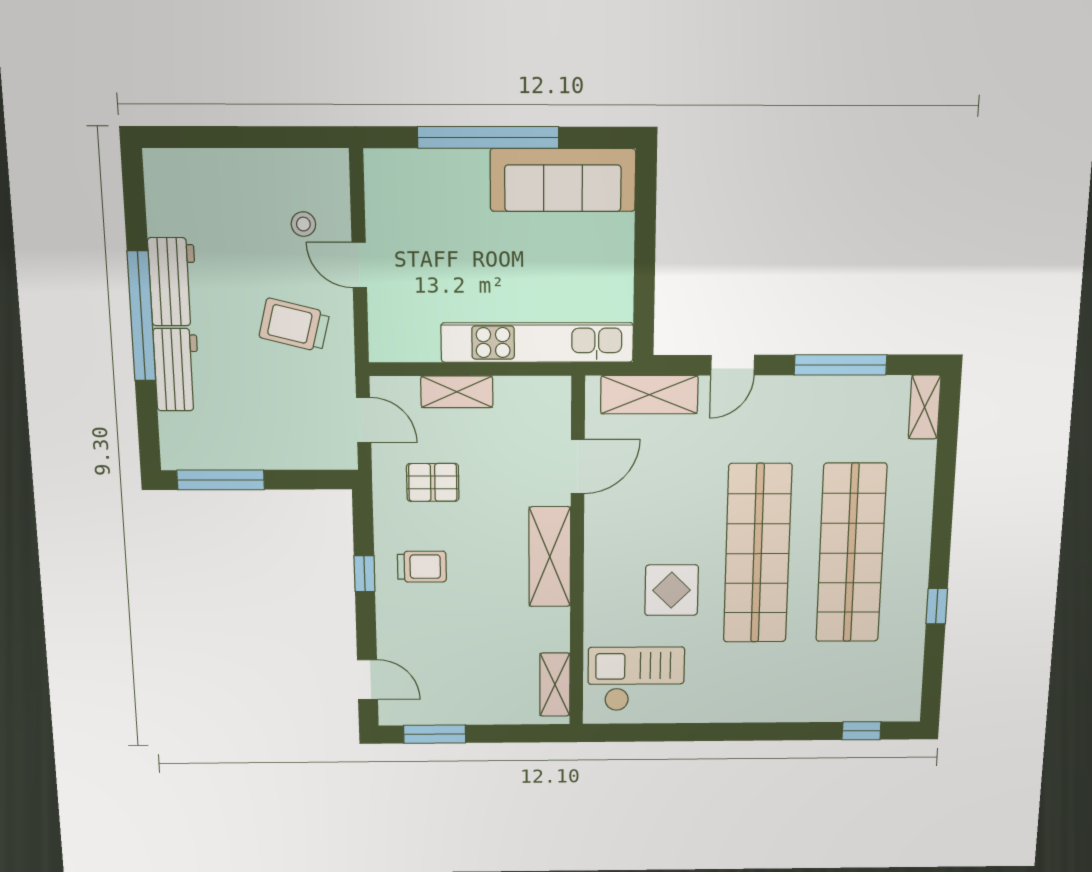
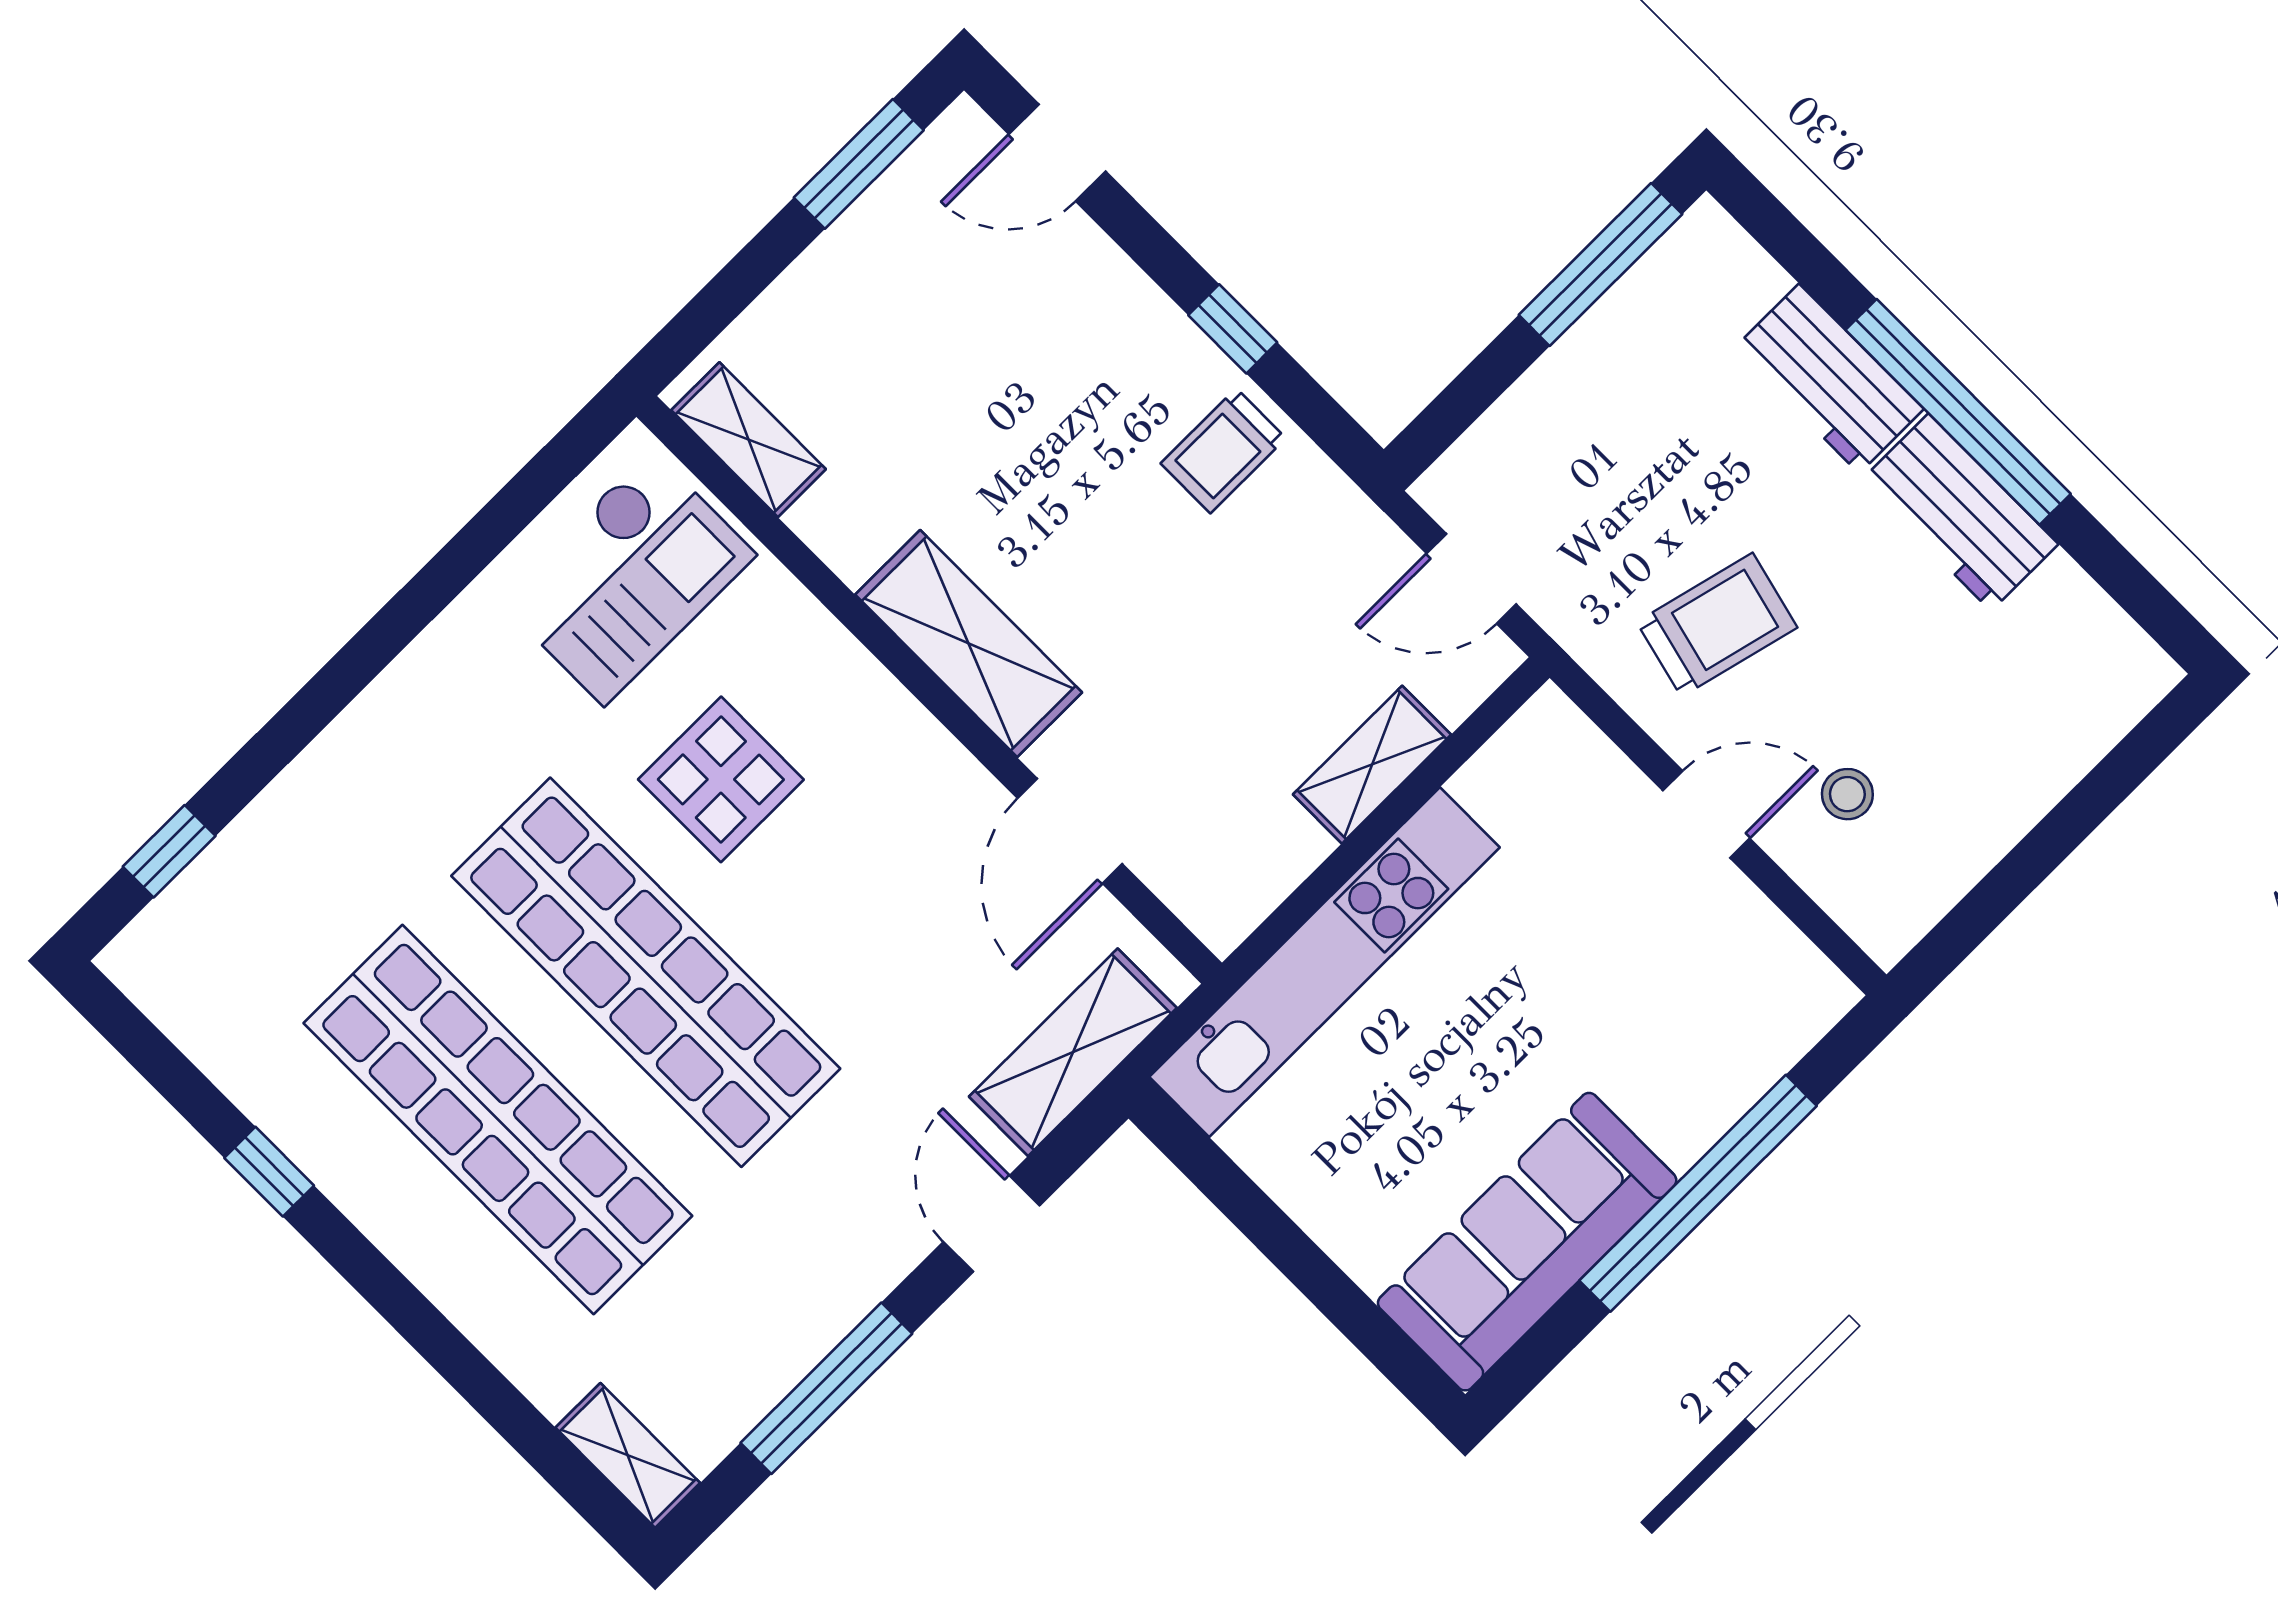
pallet: (433, 482) -> (1270, 584), removed
trolley: (422, 567) -> (1223, 451), moved

